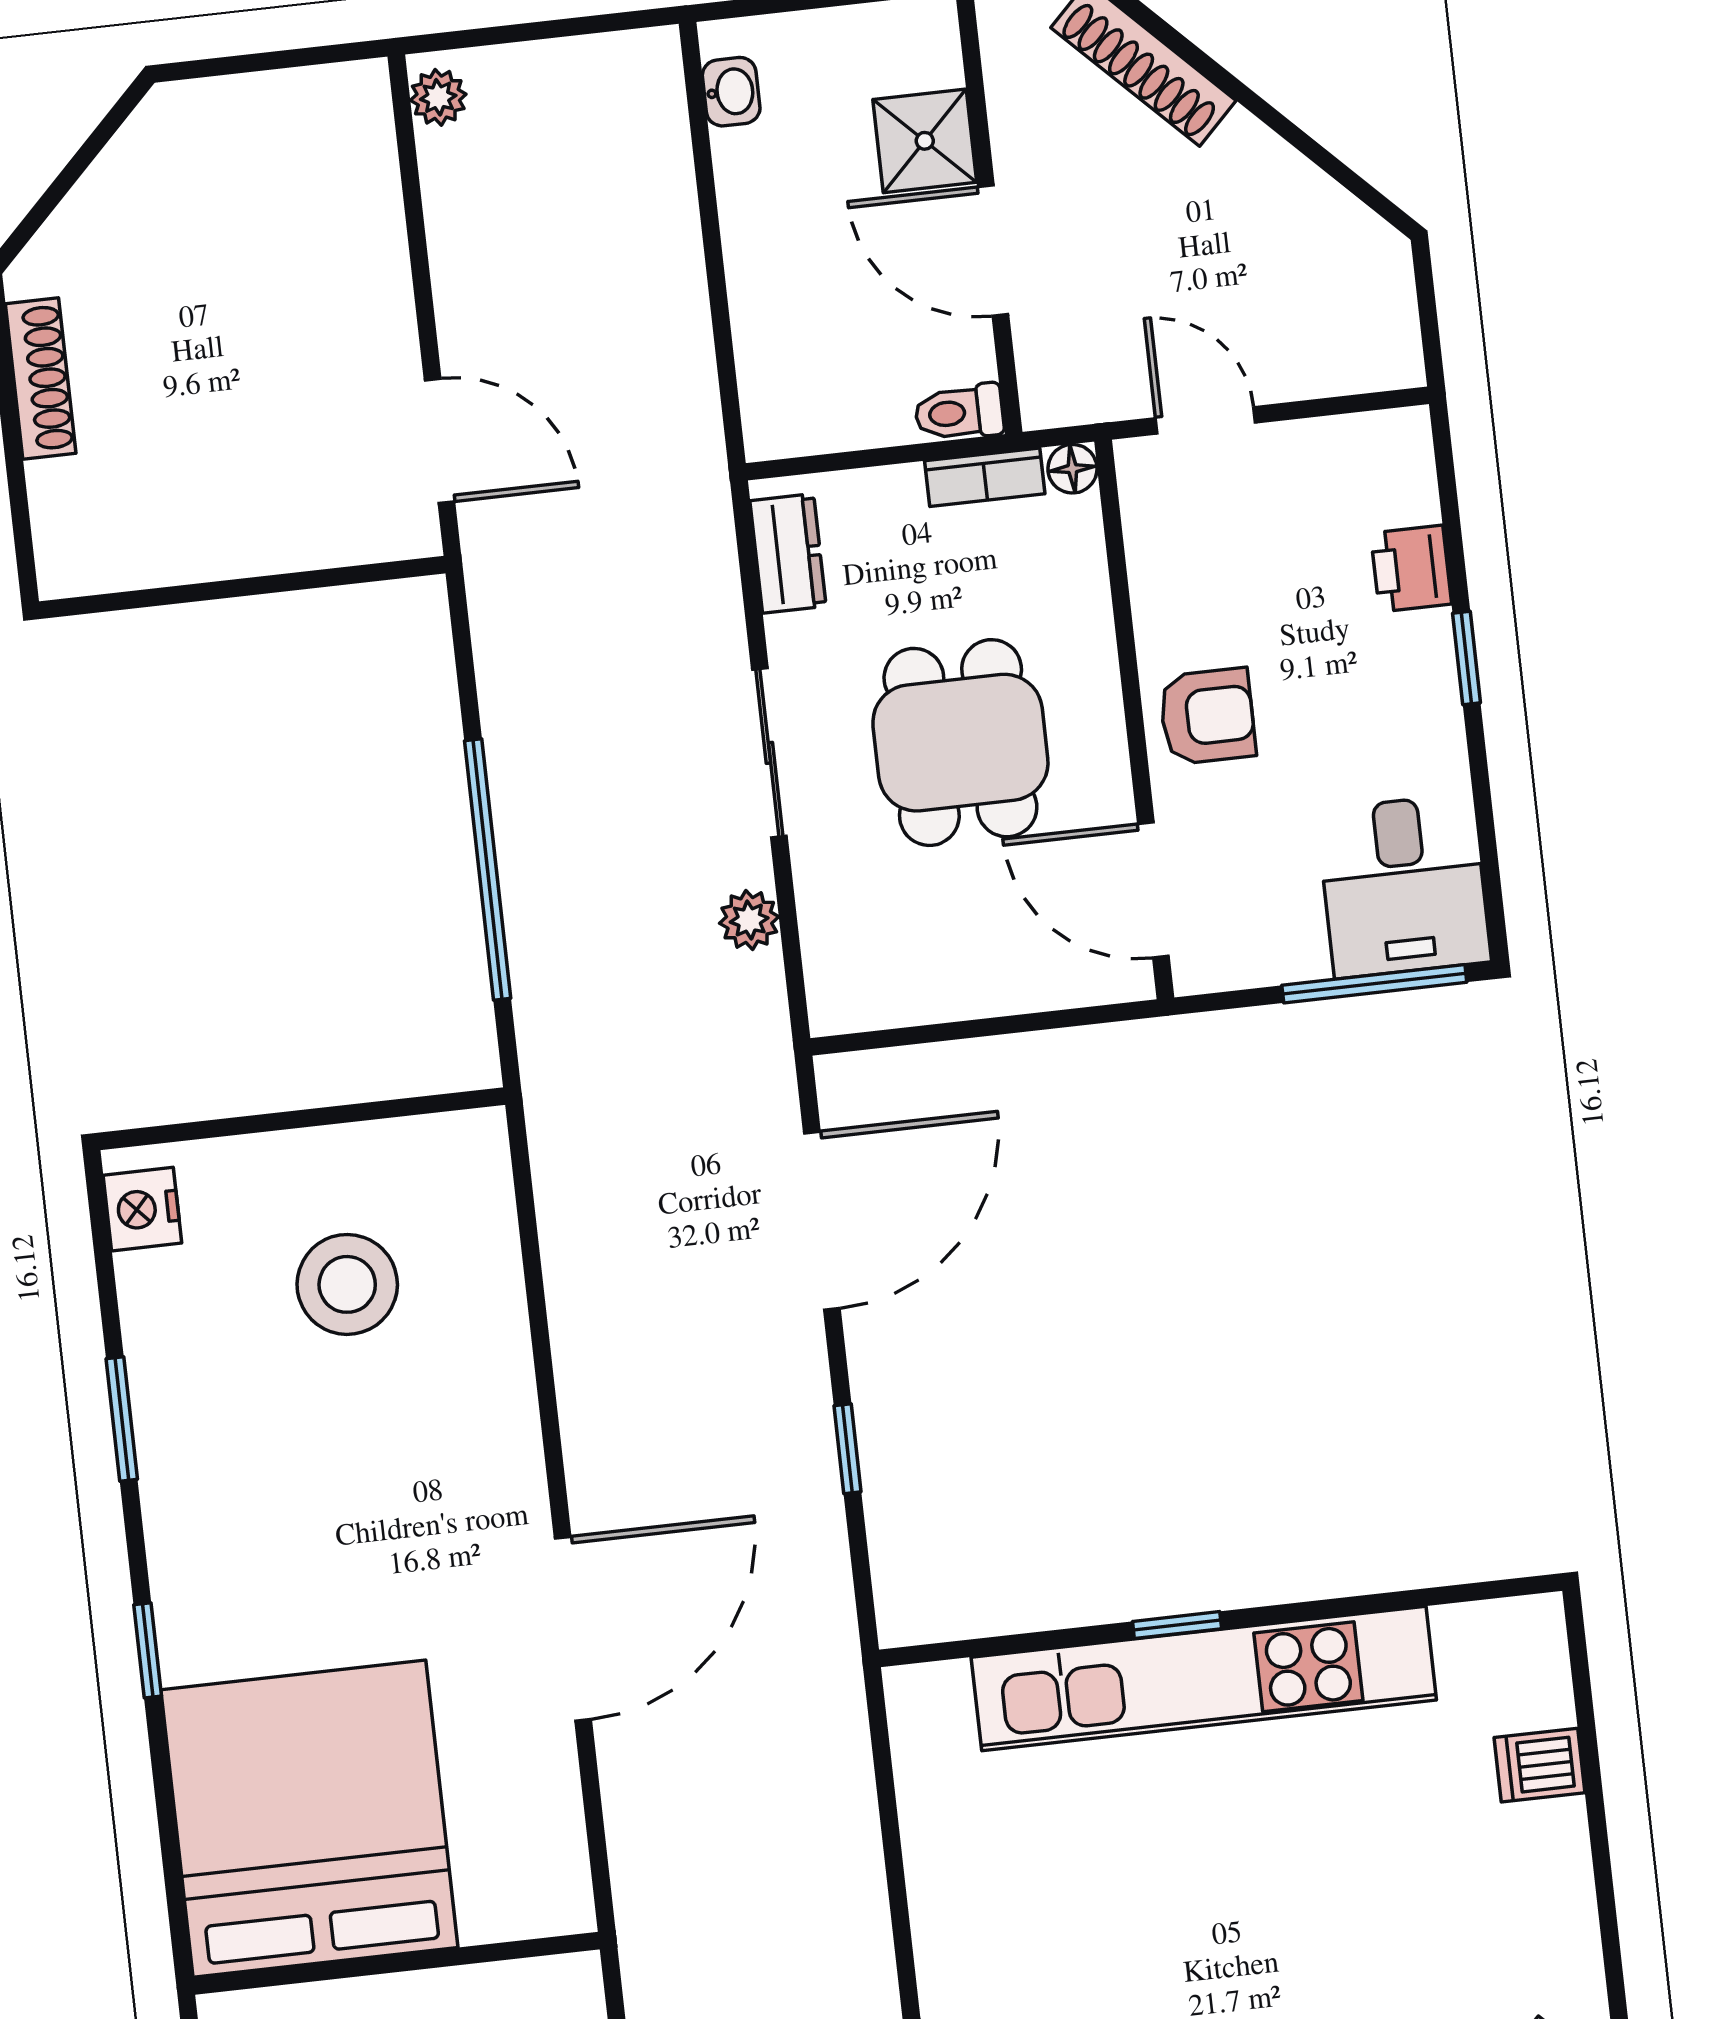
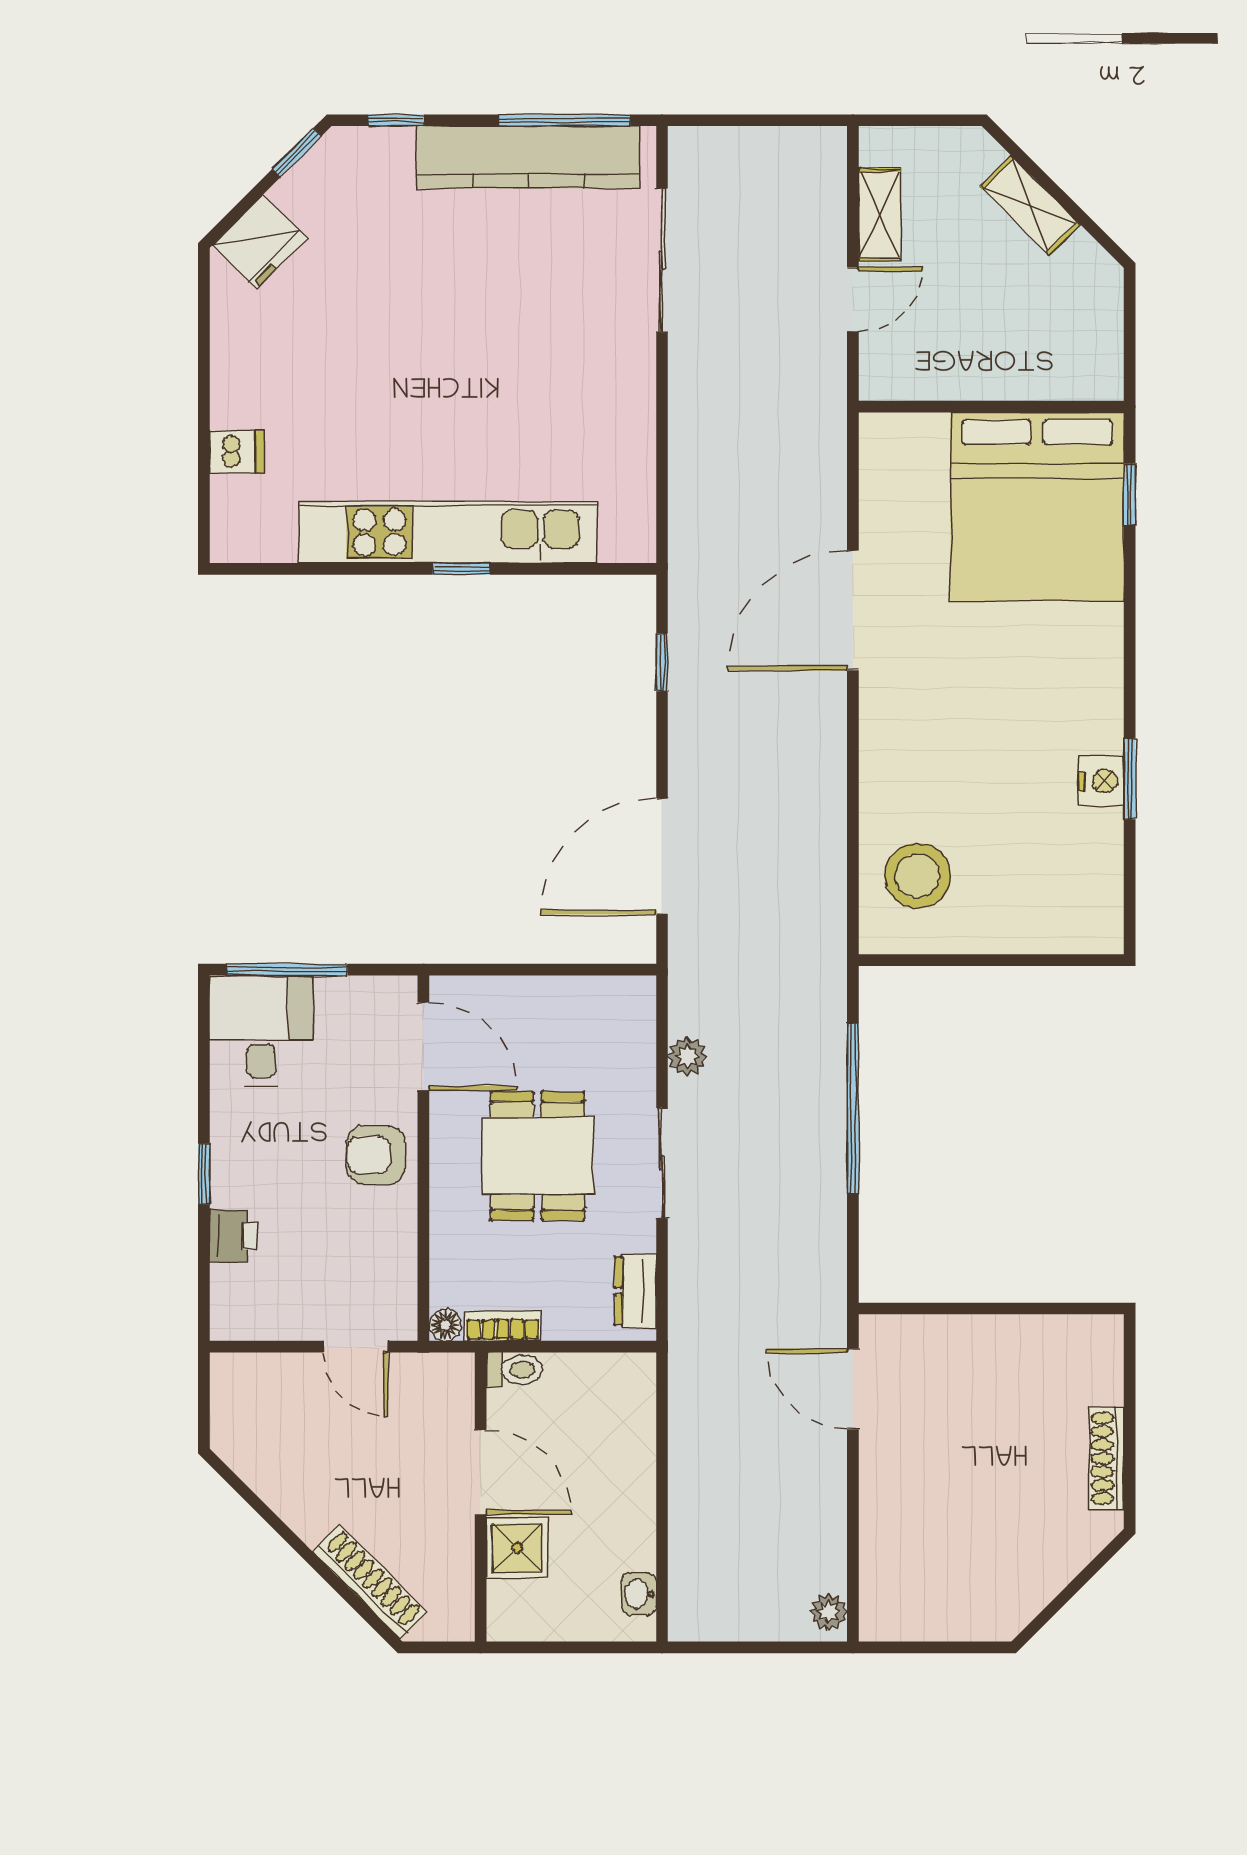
nightstand: (142, 1209) -> (1101, 781), moved
stool: (347, 1284) -> (918, 876), moved
window: (847, 1449) -> (662, 662), moved
window: (148, 1650) -> (1130, 494), moved

